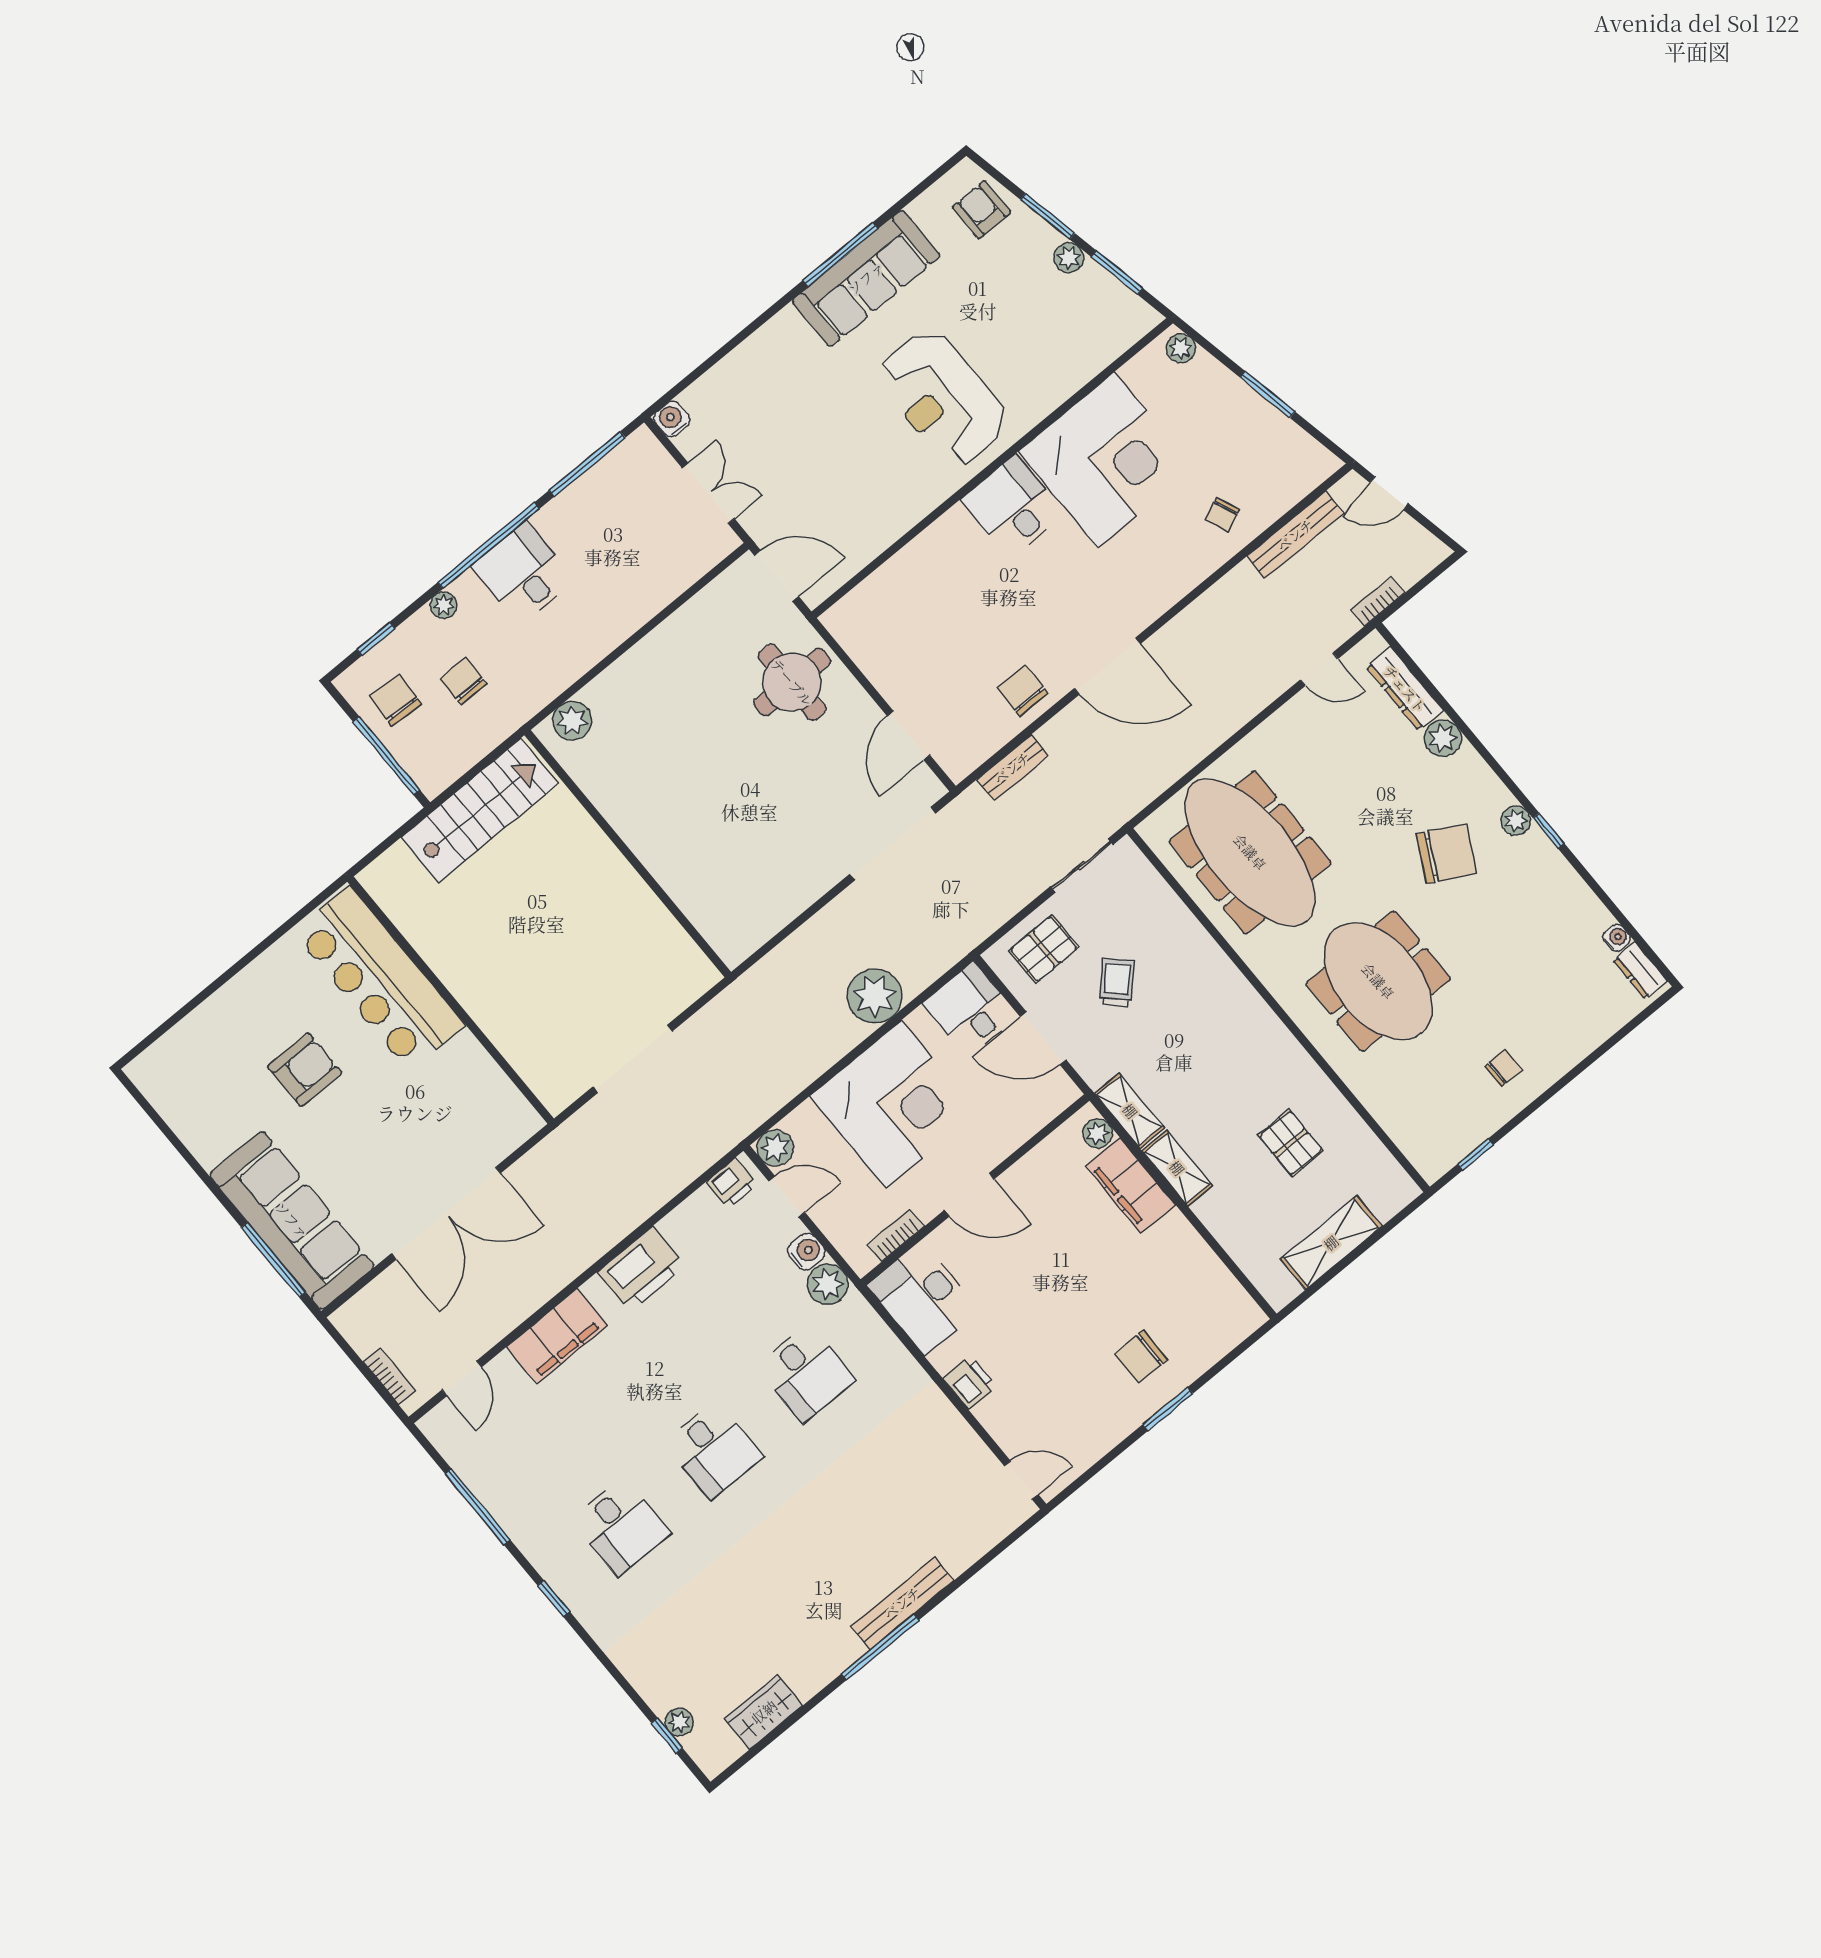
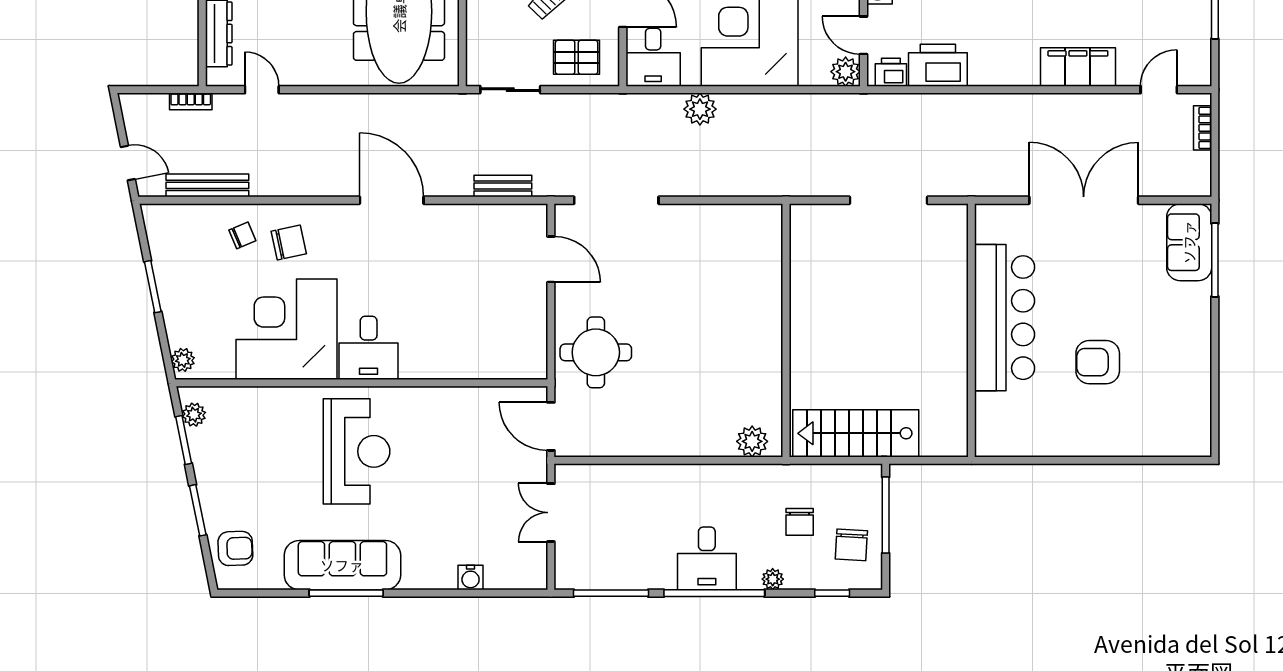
armchair: (982, 210) -> (235, 548), turned -92
plant: (1069, 258) -> (194, 415), moved
water cooler: (672, 419) -> (471, 577), moved
chair: (1022, 691) -> (289, 243), moved, turned -102
door: (909, 735) -> (551, 259), hinge flipped
bar counter: (379, 979) -> (1005, 318), moved
plant: (875, 996) -> (700, 109), width x0.73, depth x0.73
sofa: (292, 1220) -> (1189, 242), width x0.54, depth x0.79
printer: (642, 1269) -> (938, 65), moved

